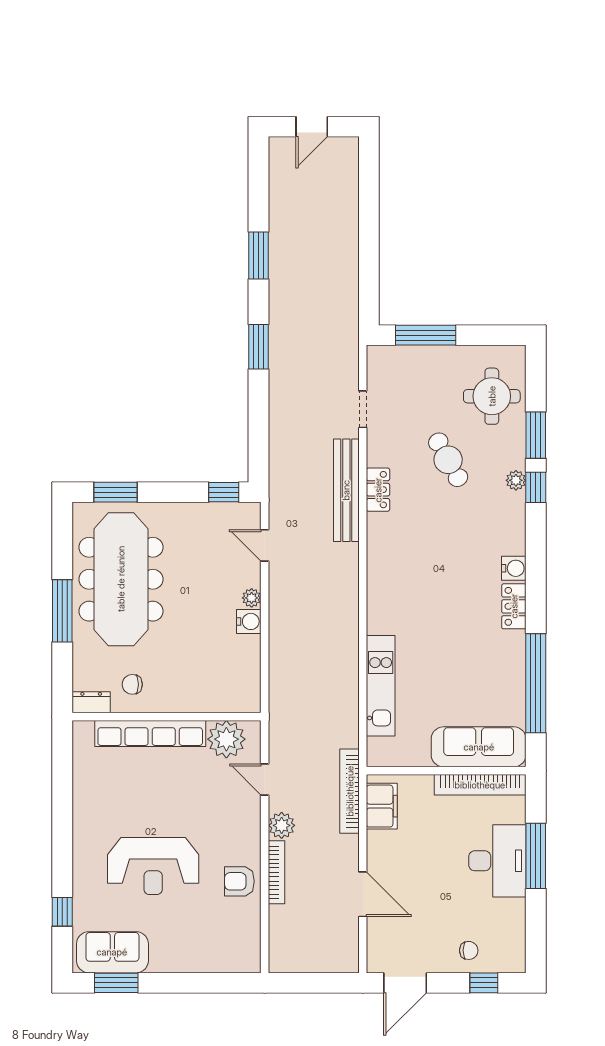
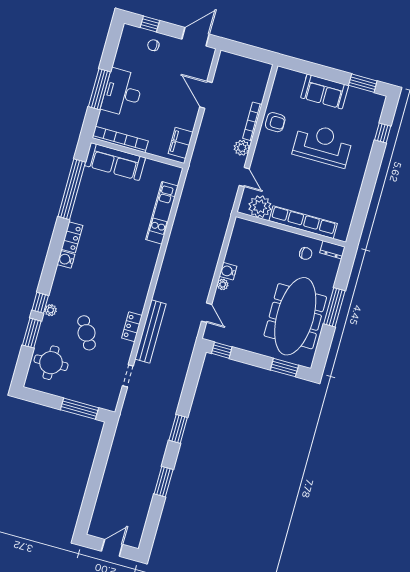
bookcase: (350, 791) -> (197, 157), removed
sofa: (112, 952) -> (325, 92), moved

